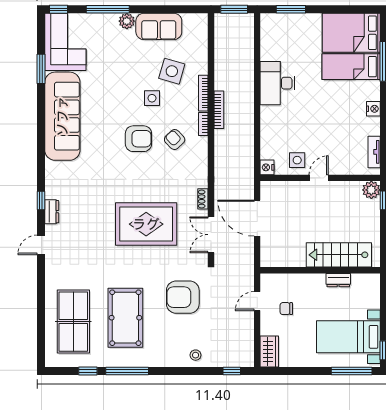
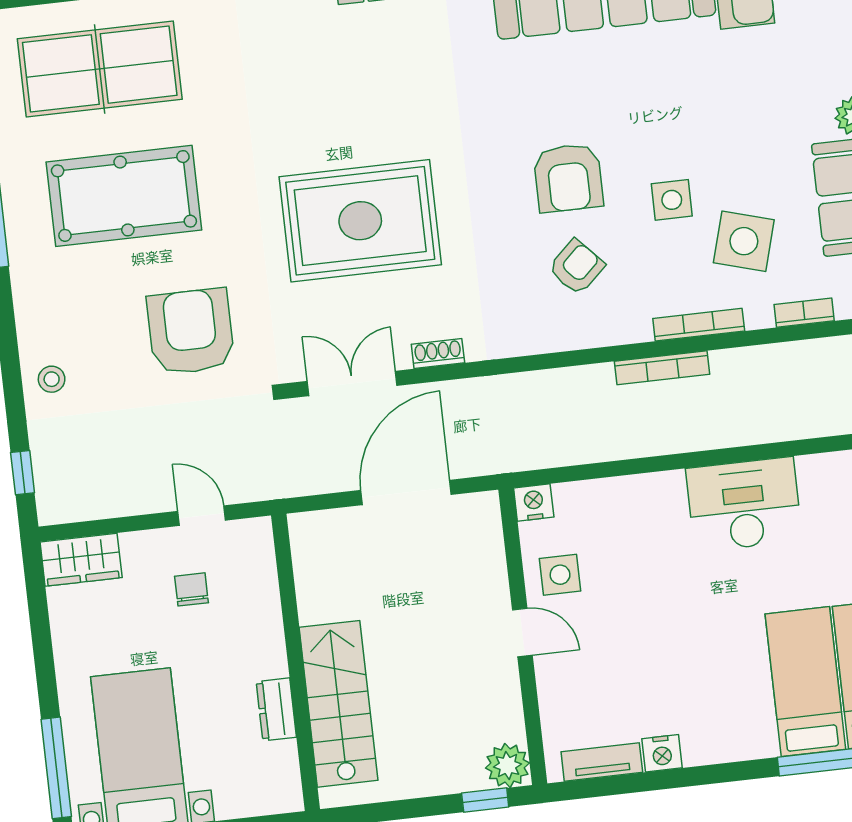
nightstand: (373, 109) -> (662, 753), moved
bookcase: (203, 124) -> (804, 313), moved
rug: (146, 224) -> (360, 221), turned 90

